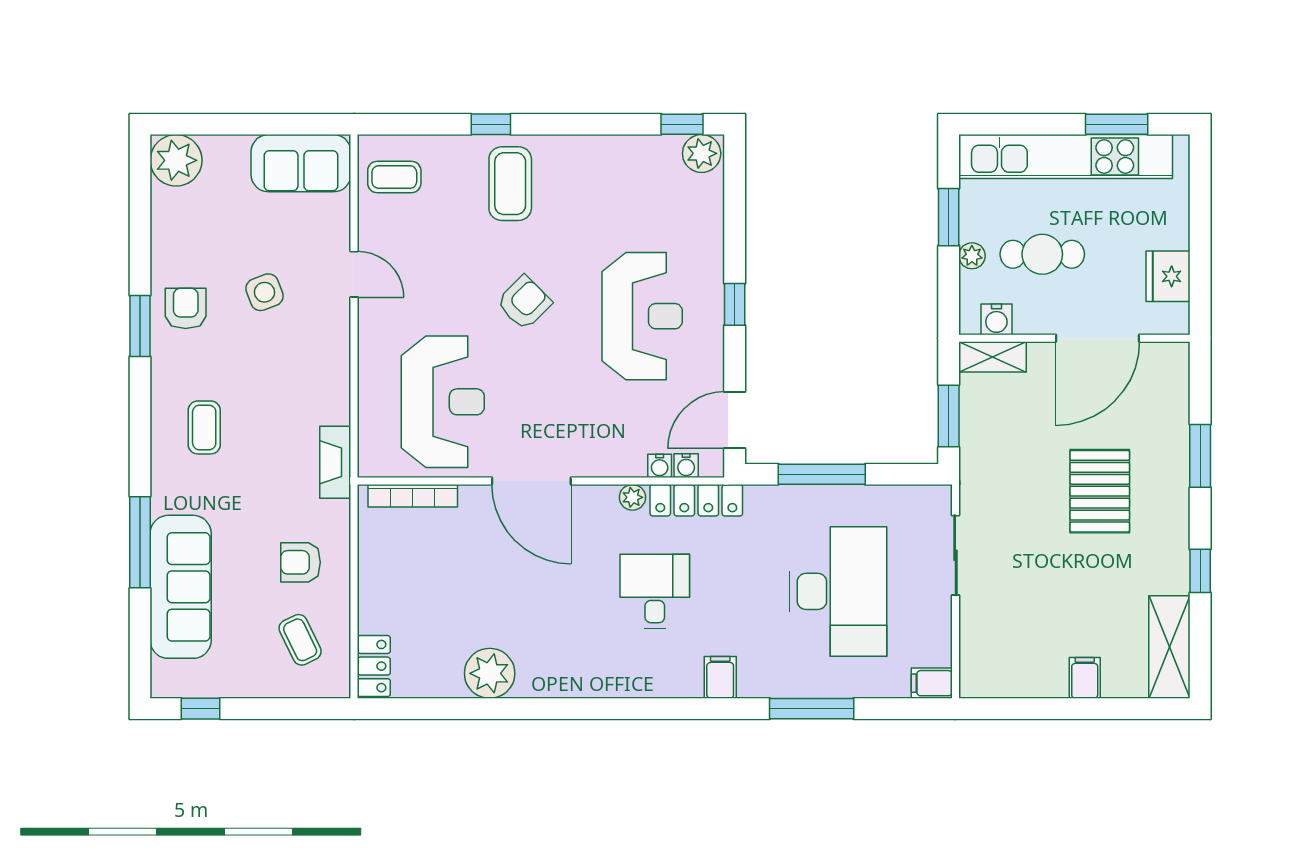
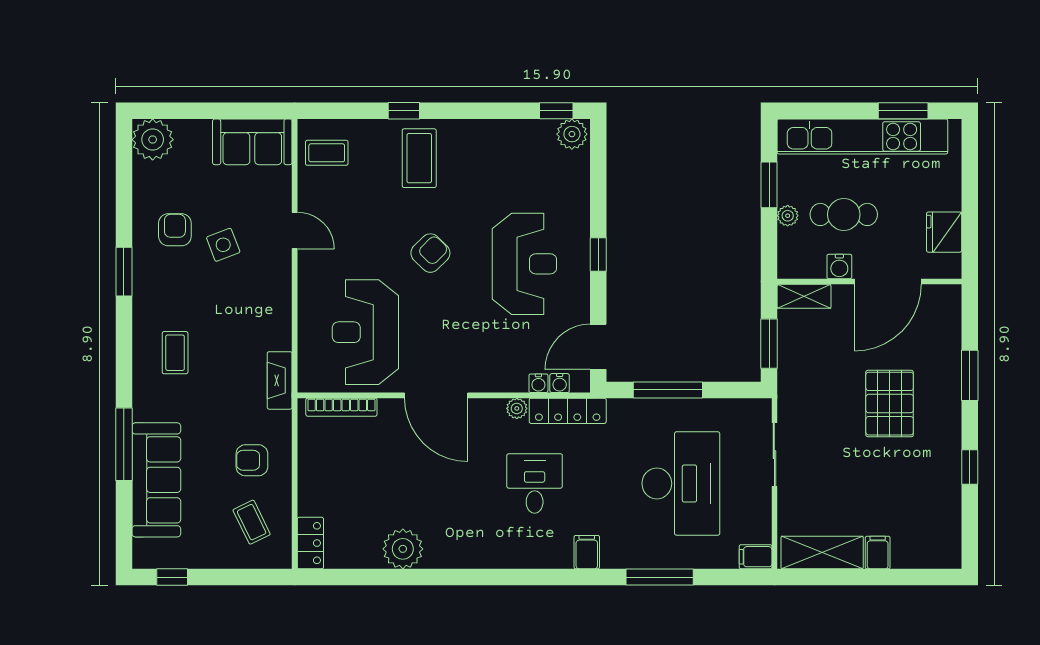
armchair: (186, 308) -> (175, 230), moved
water cooler: (996, 319) -> (839, 266), moved
reception desk: (443, 402) -> (365, 332), turned 180
shelving: (1169, 647) -> (822, 552), moved, turned 90

